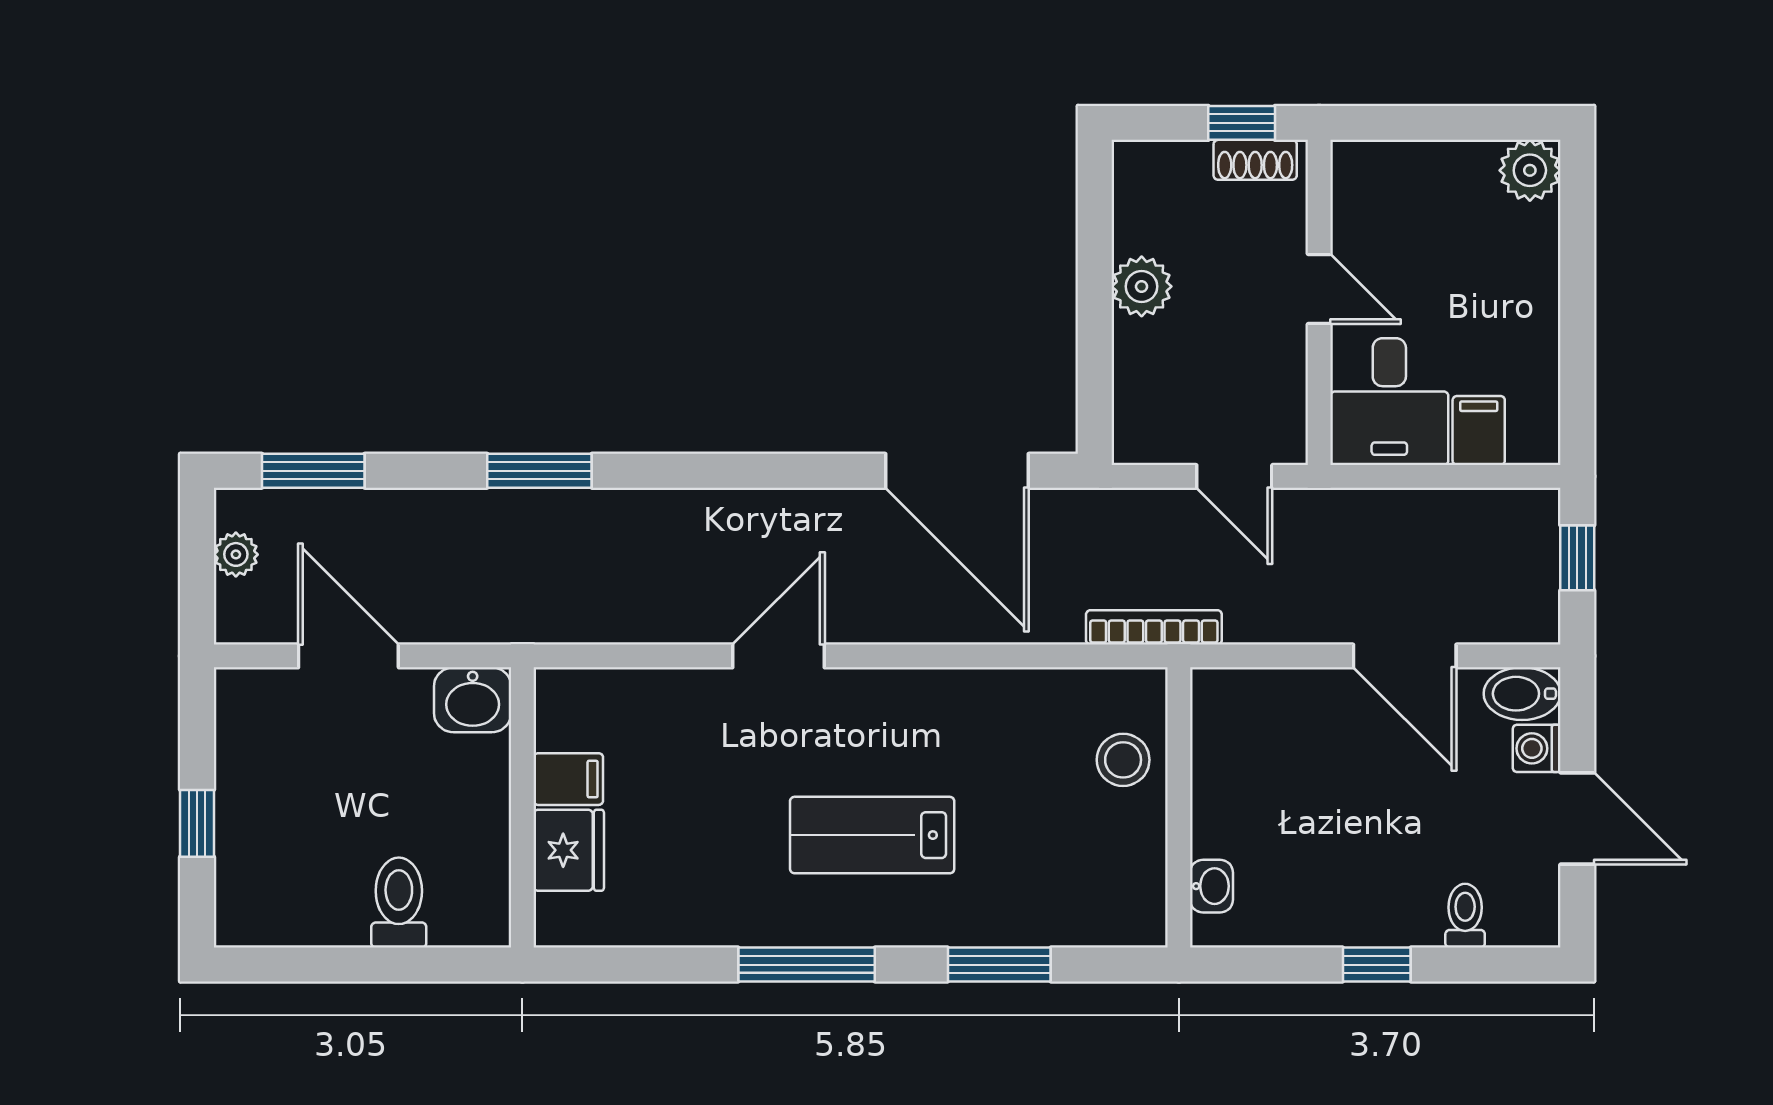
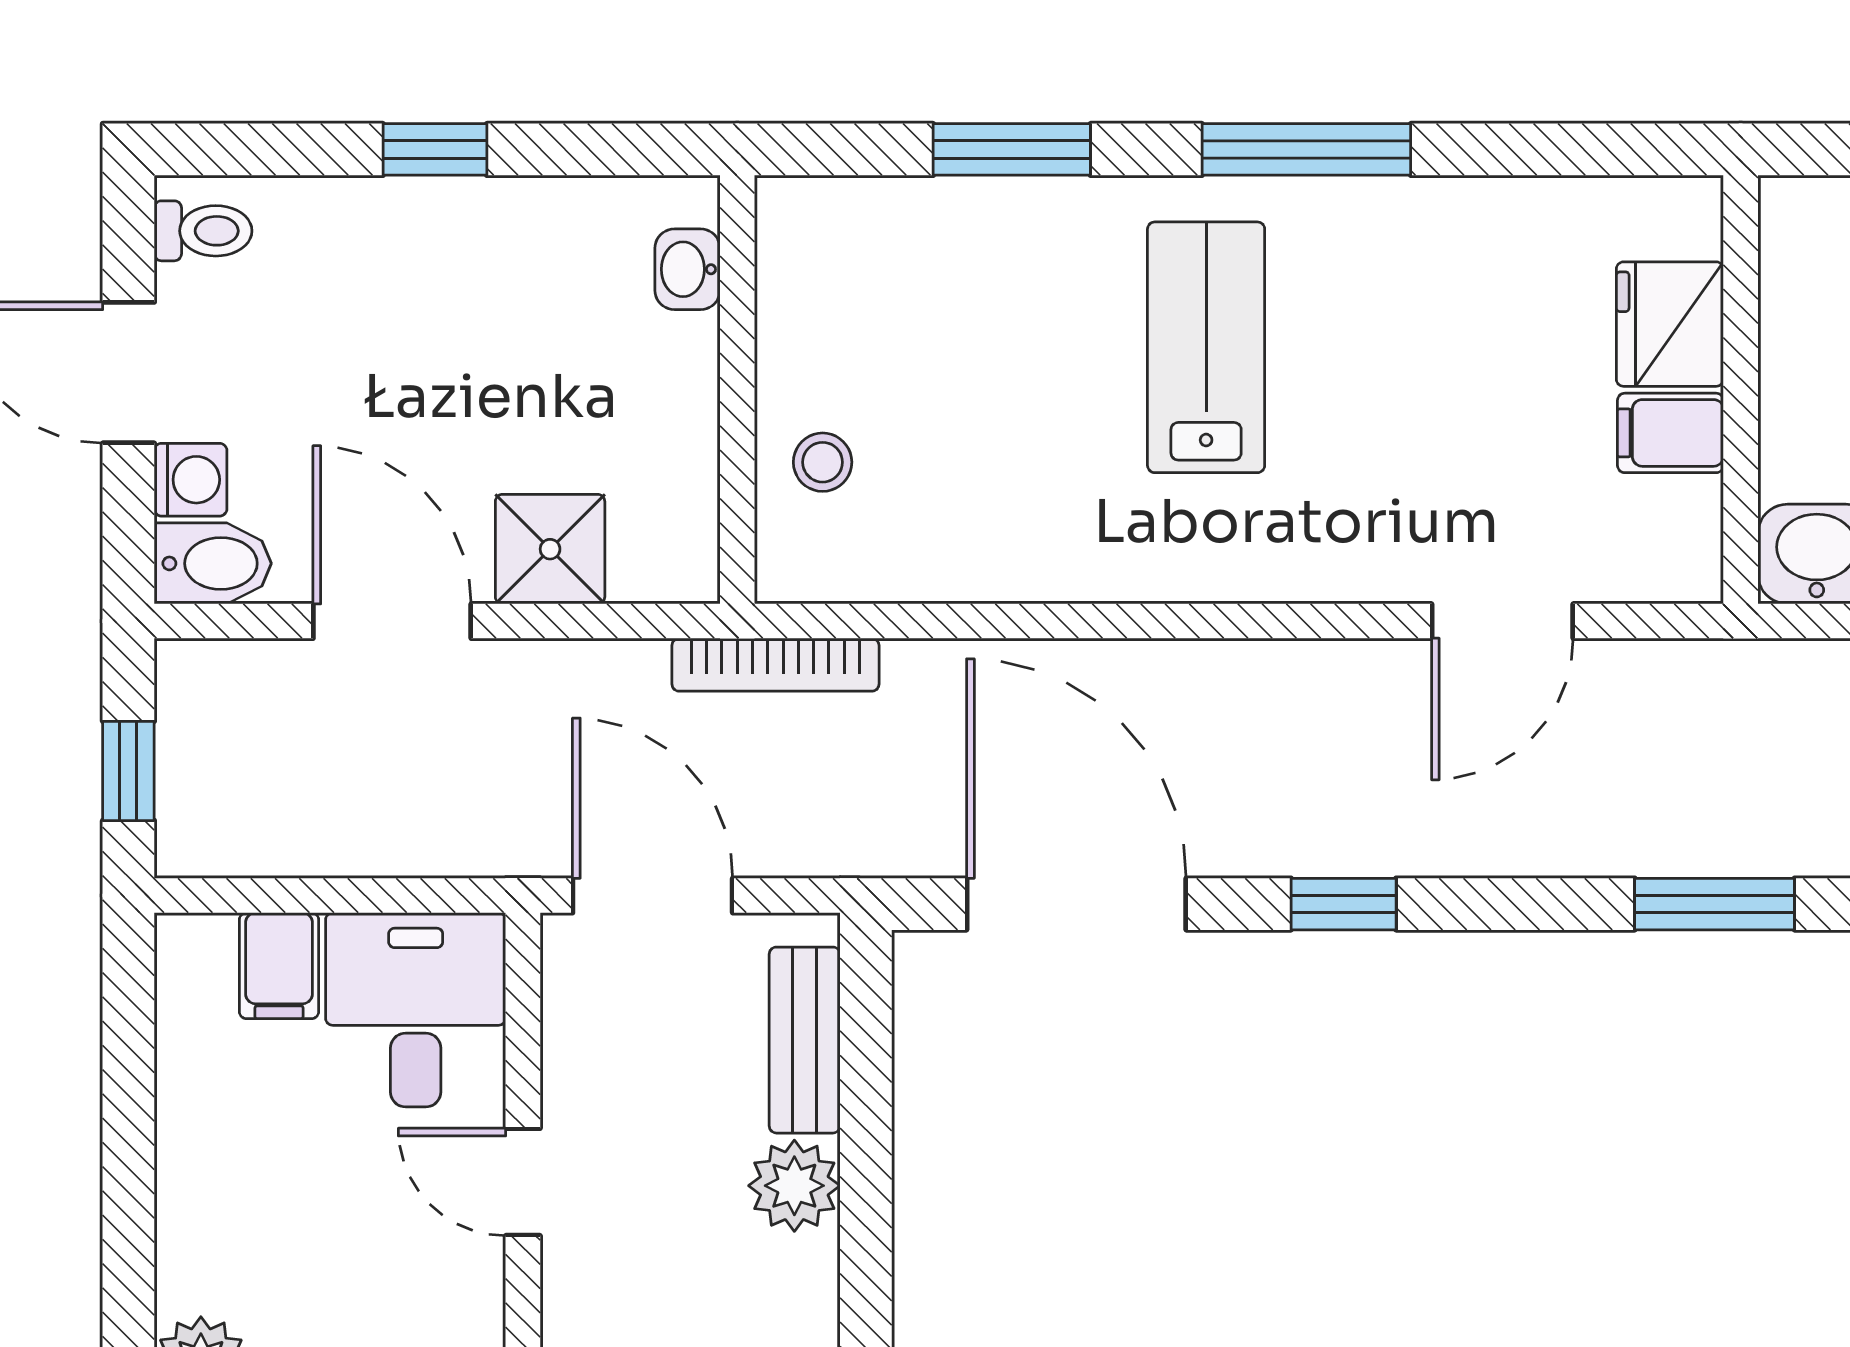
bench: (1135, 382) -> (805, 1040), added
window: (782, 471) -> (1344, 904), added
door: (1234, 476) -> (653, 896), width x1.38
door: (779, 656) -> (1502, 621), moved
shower: (1301, 703) -> (550, 549), added
stool: (1123, 760) -> (823, 462), width x0.73, depth x0.73
lab bench: (872, 835) -> (1206, 347), turned -90
toilet: (1465, 916) -> (203, 231), moved, turned -90

